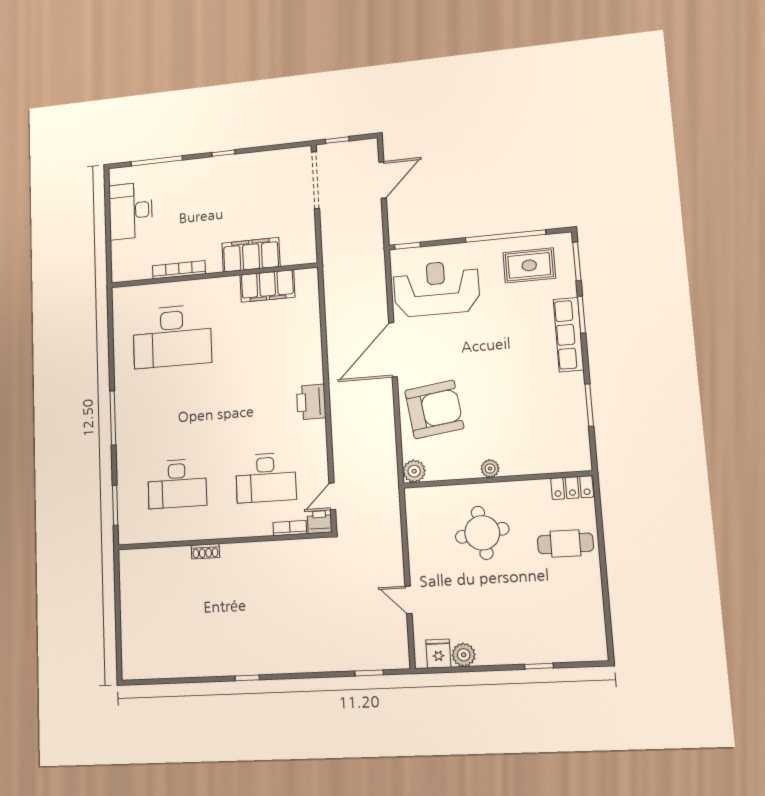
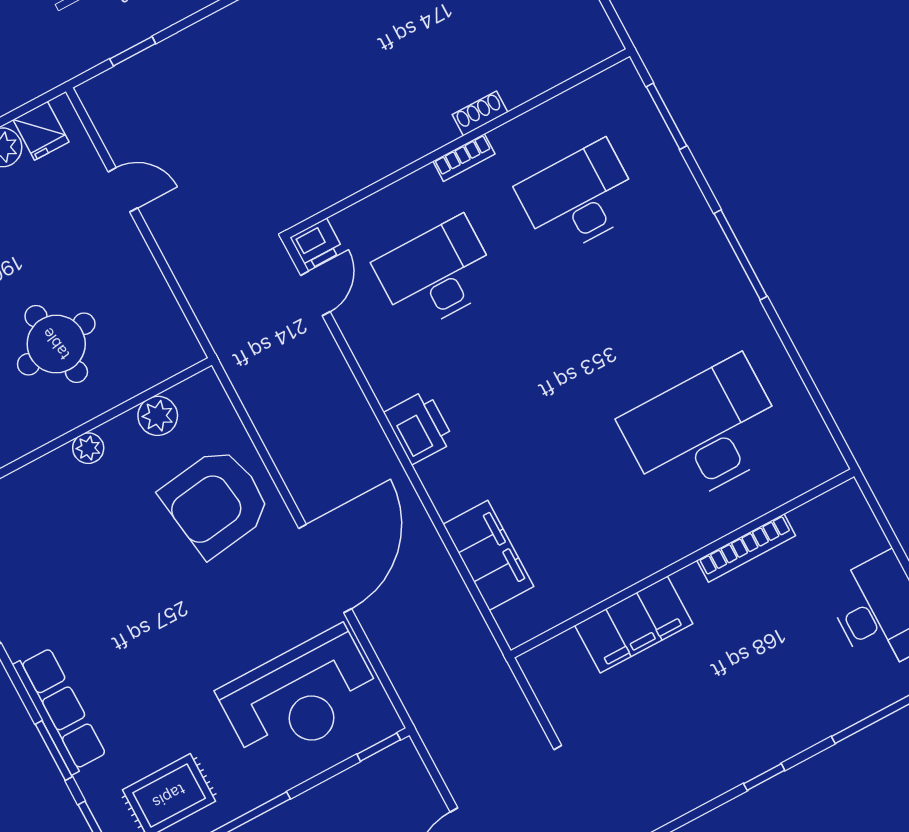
filing cabinet: (267, 286) -> (488, 555), moved, turned 90
plant: (414, 471) -> (158, 416), moved
bookcase: (290, 528) -> (464, 158), moved

